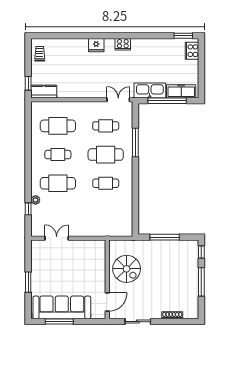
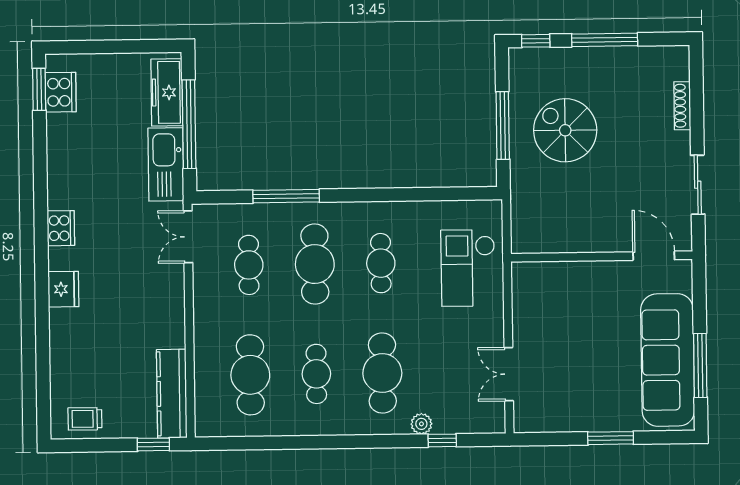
cooker: (192, 51) -> (61, 92), moved, turned -90
kitchen counter: (44, 92) -> (172, 394), width x1.50
checkout: (103, 221) -> (468, 268), added
spiral stairs: (127, 269) -> (565, 130), moved, turned -90

